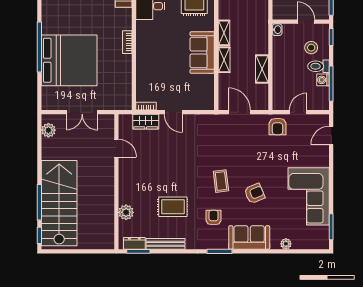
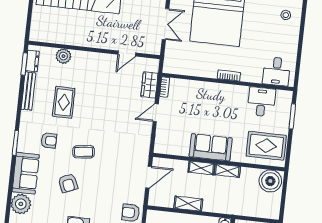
double door: (82, 112) -> (166, 24), swing flipped
plant: (286, 244) -> (21, 204), width x1.87, depth x1.87

